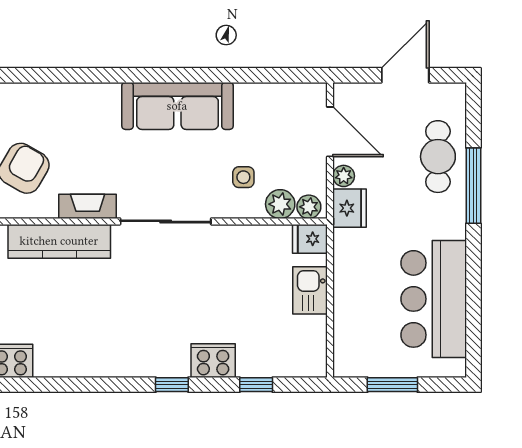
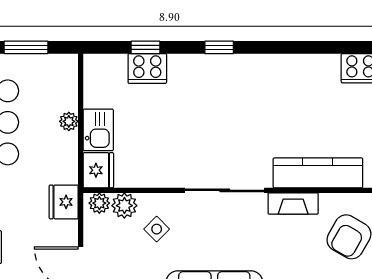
plant: (344, 176) -> (69, 121), moved
side table: (243, 177) -> (157, 229), turned 45
fridge: (310, 239) -> (98, 170), width x1.38
cooker: (213, 361) -> (147, 68), moved

